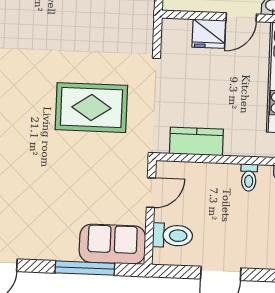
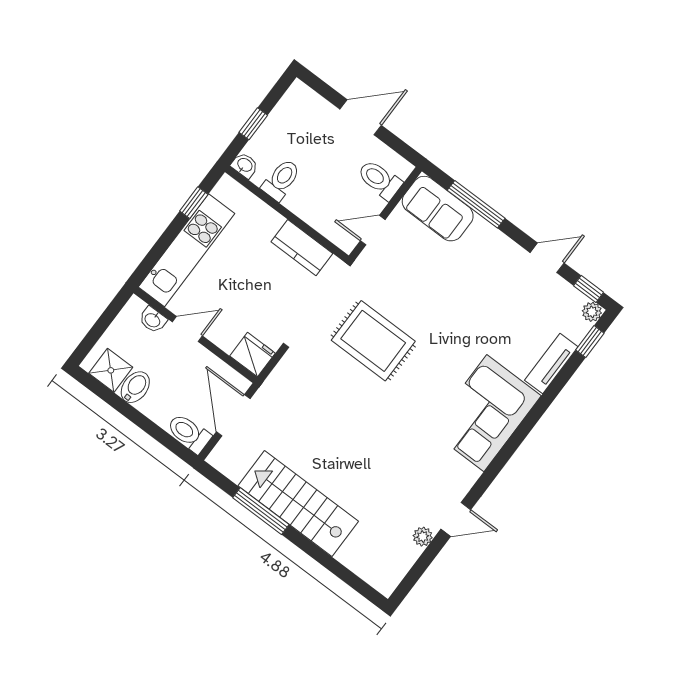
fridge: (209, 34) -> (252, 355), moved
toilet: (249, 178) -> (281, 180), width x1.37, depth x1.39

